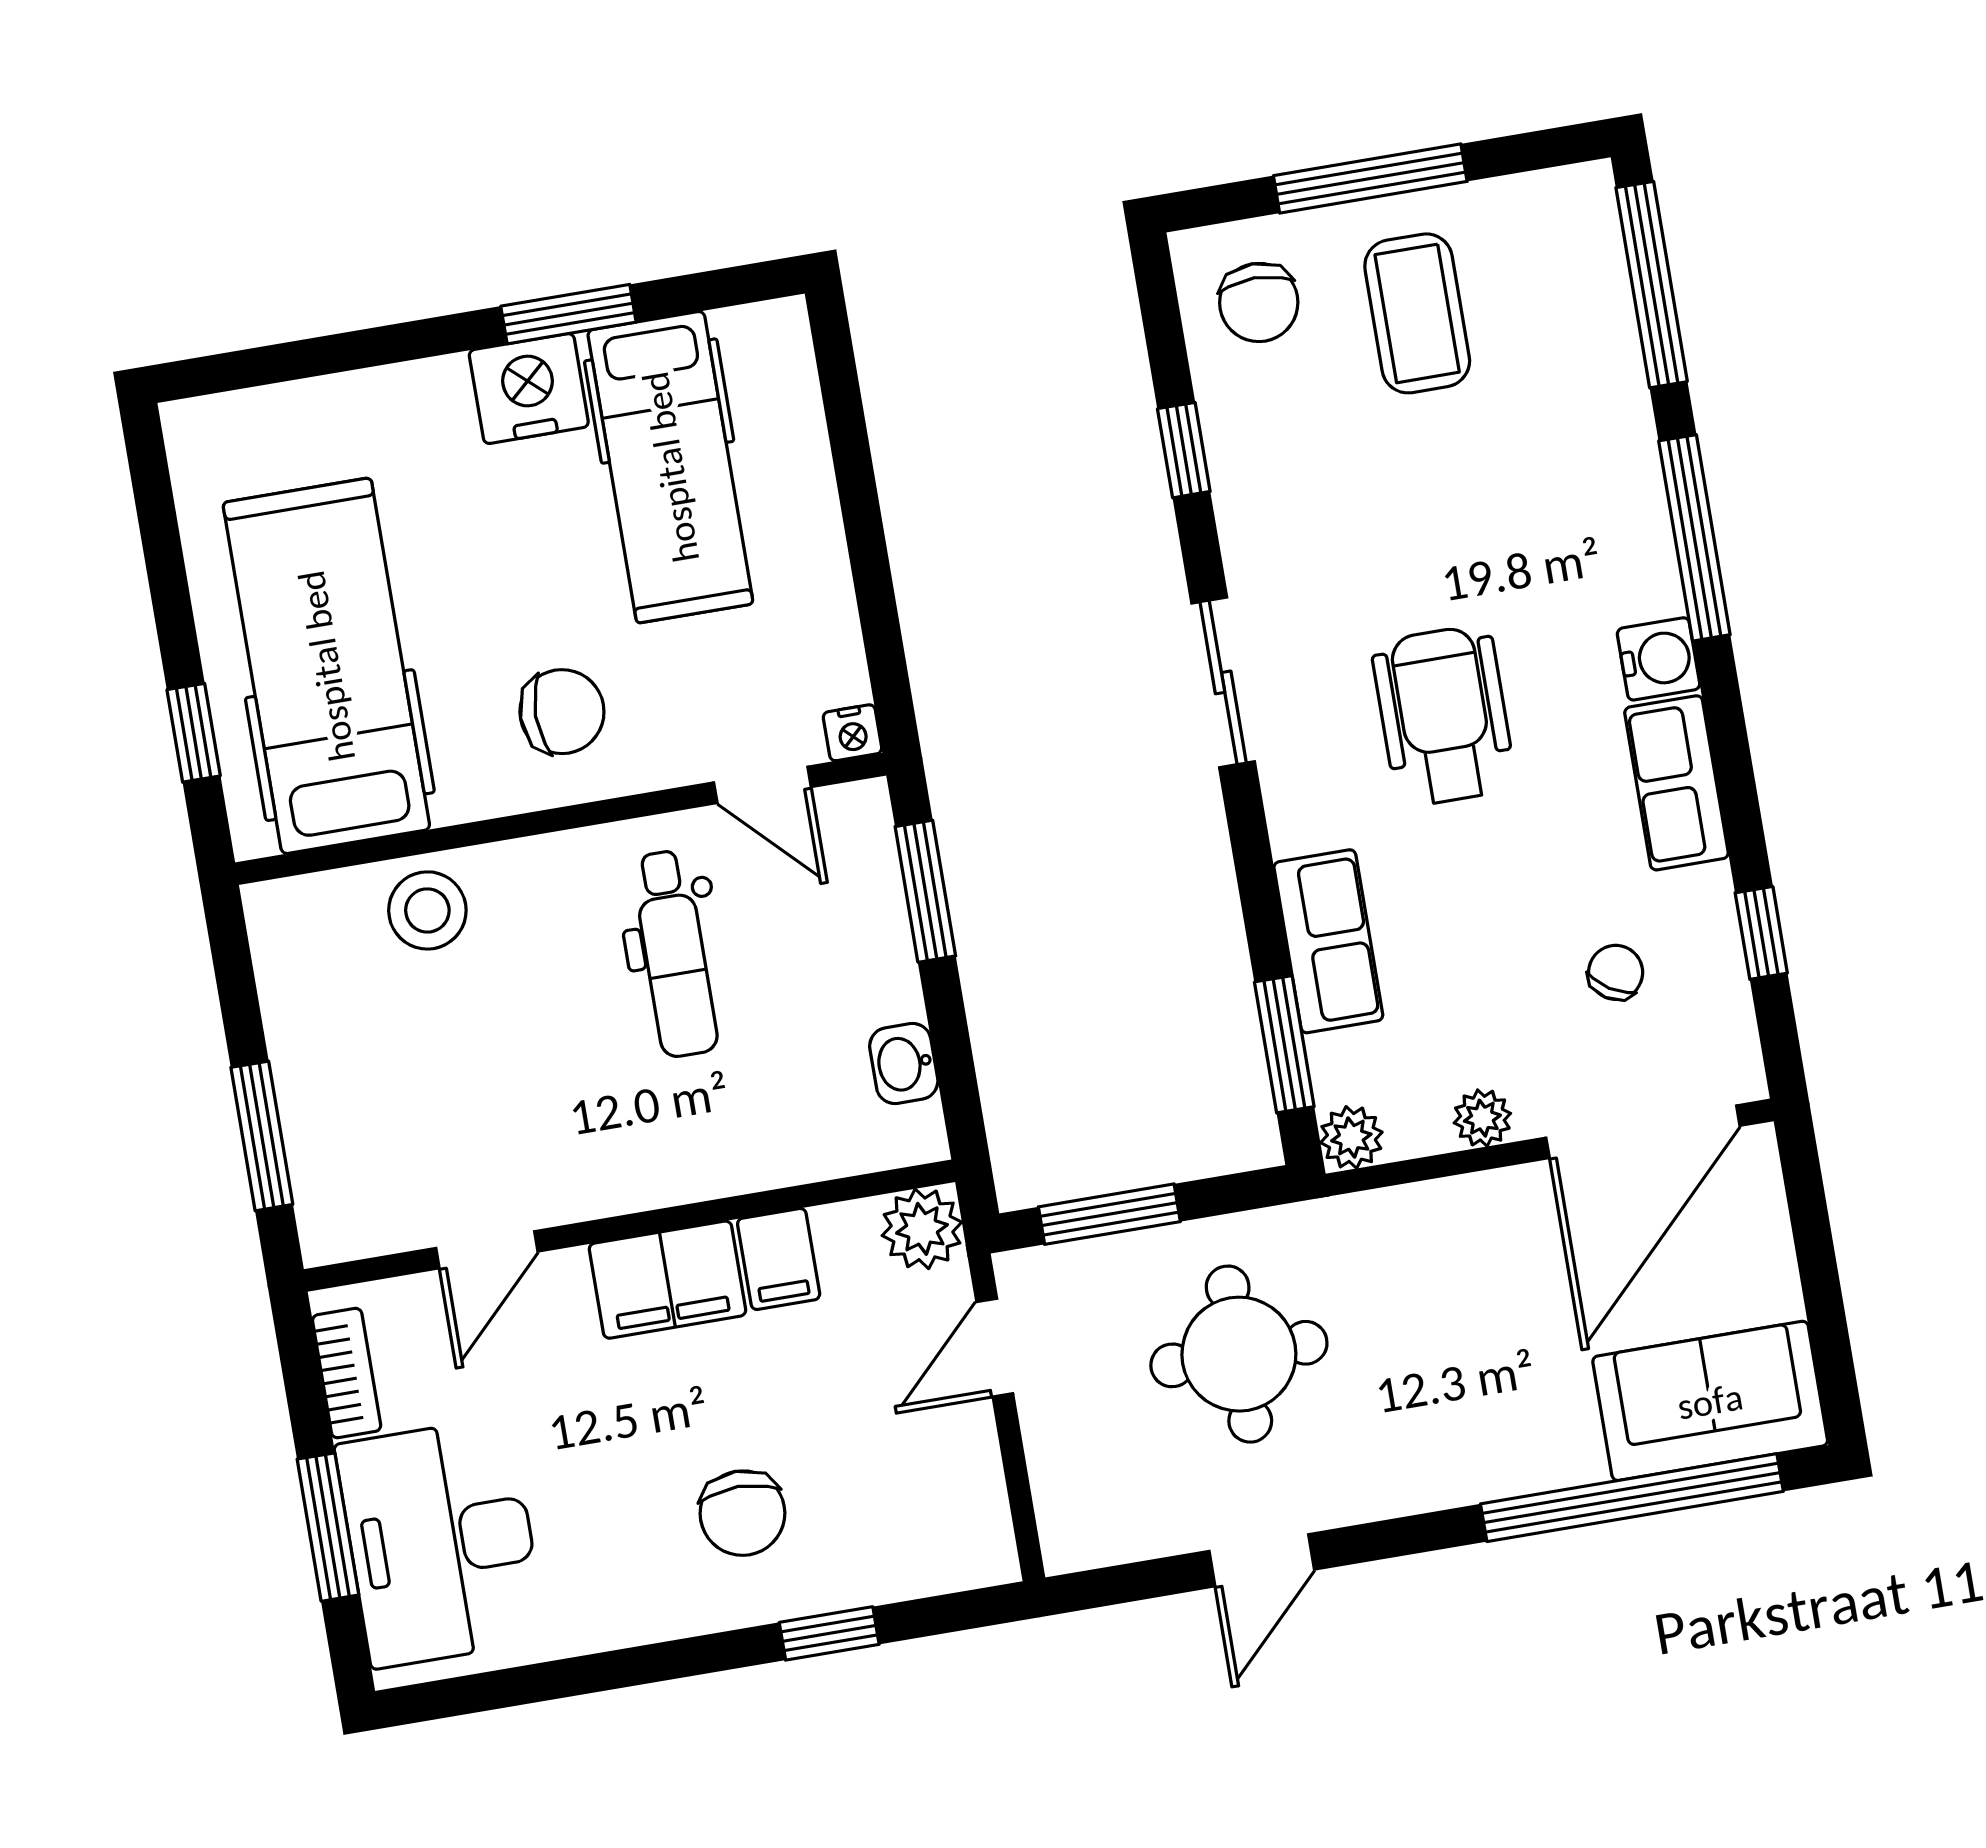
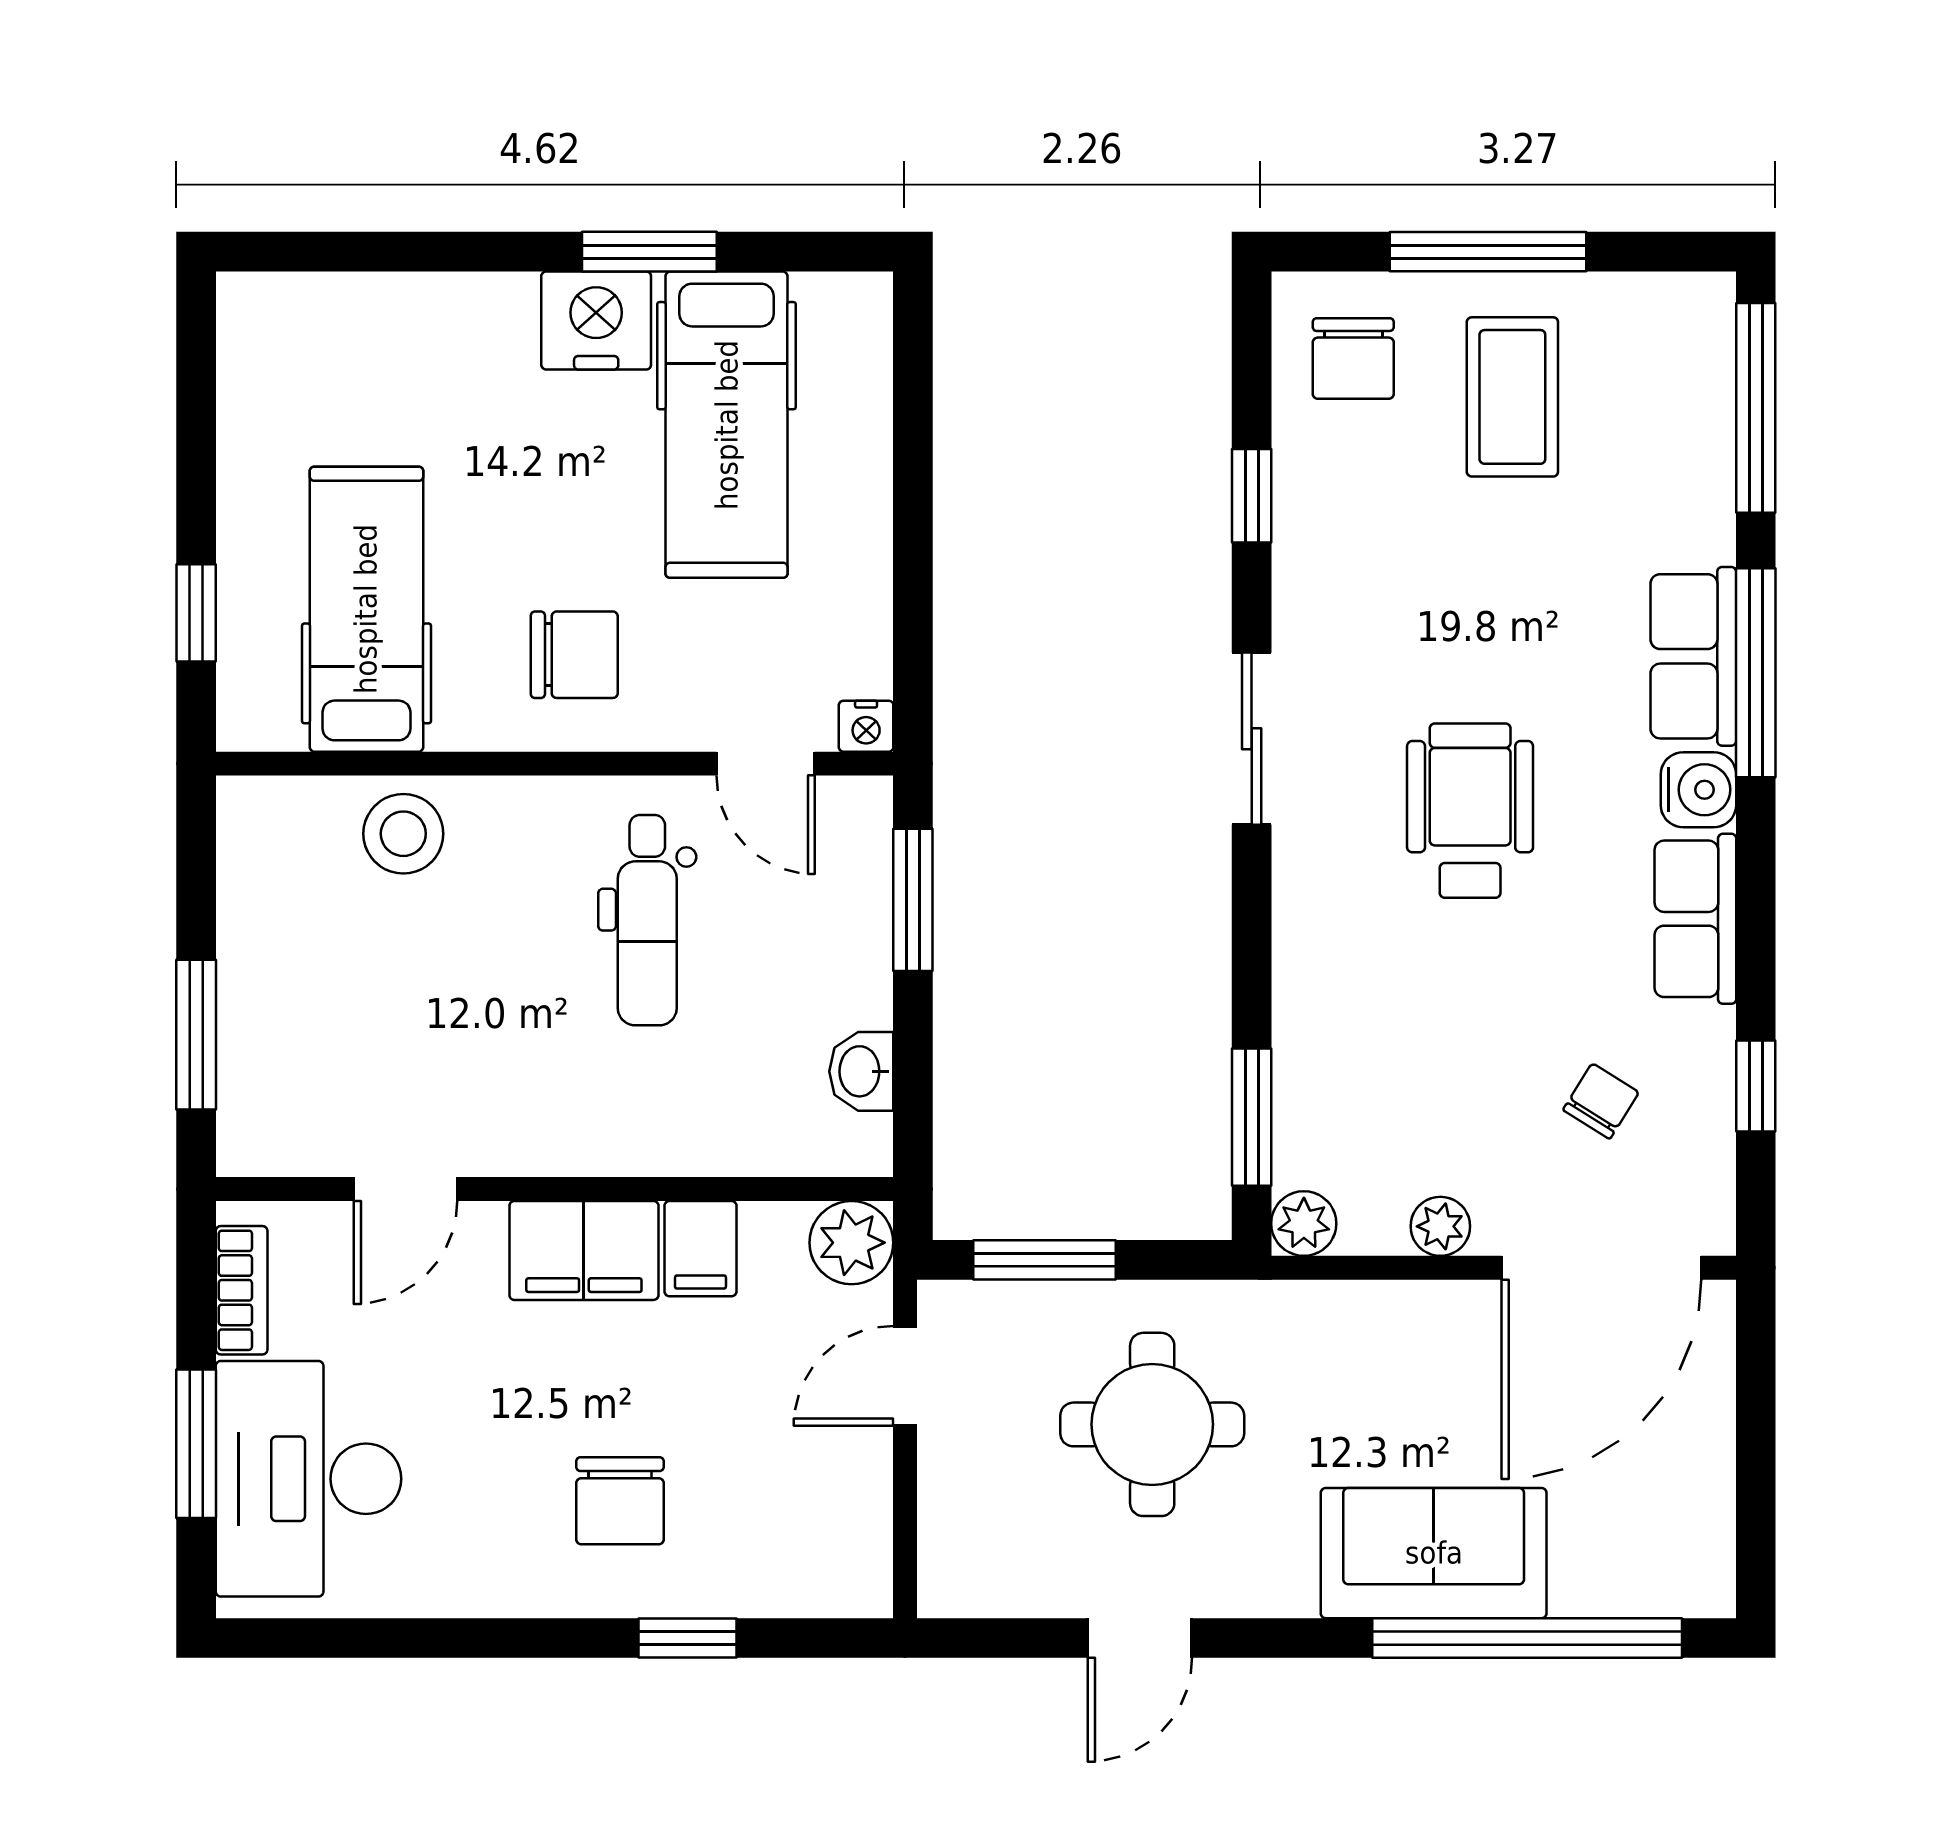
hospital bed: (326, 666) -> (366, 609), width x0.73, depth x0.78
row of seats: (1328, 941) -> (1693, 656), moved, turned 180
sofa: (1710, 1401) -> (1434, 1553), moved

